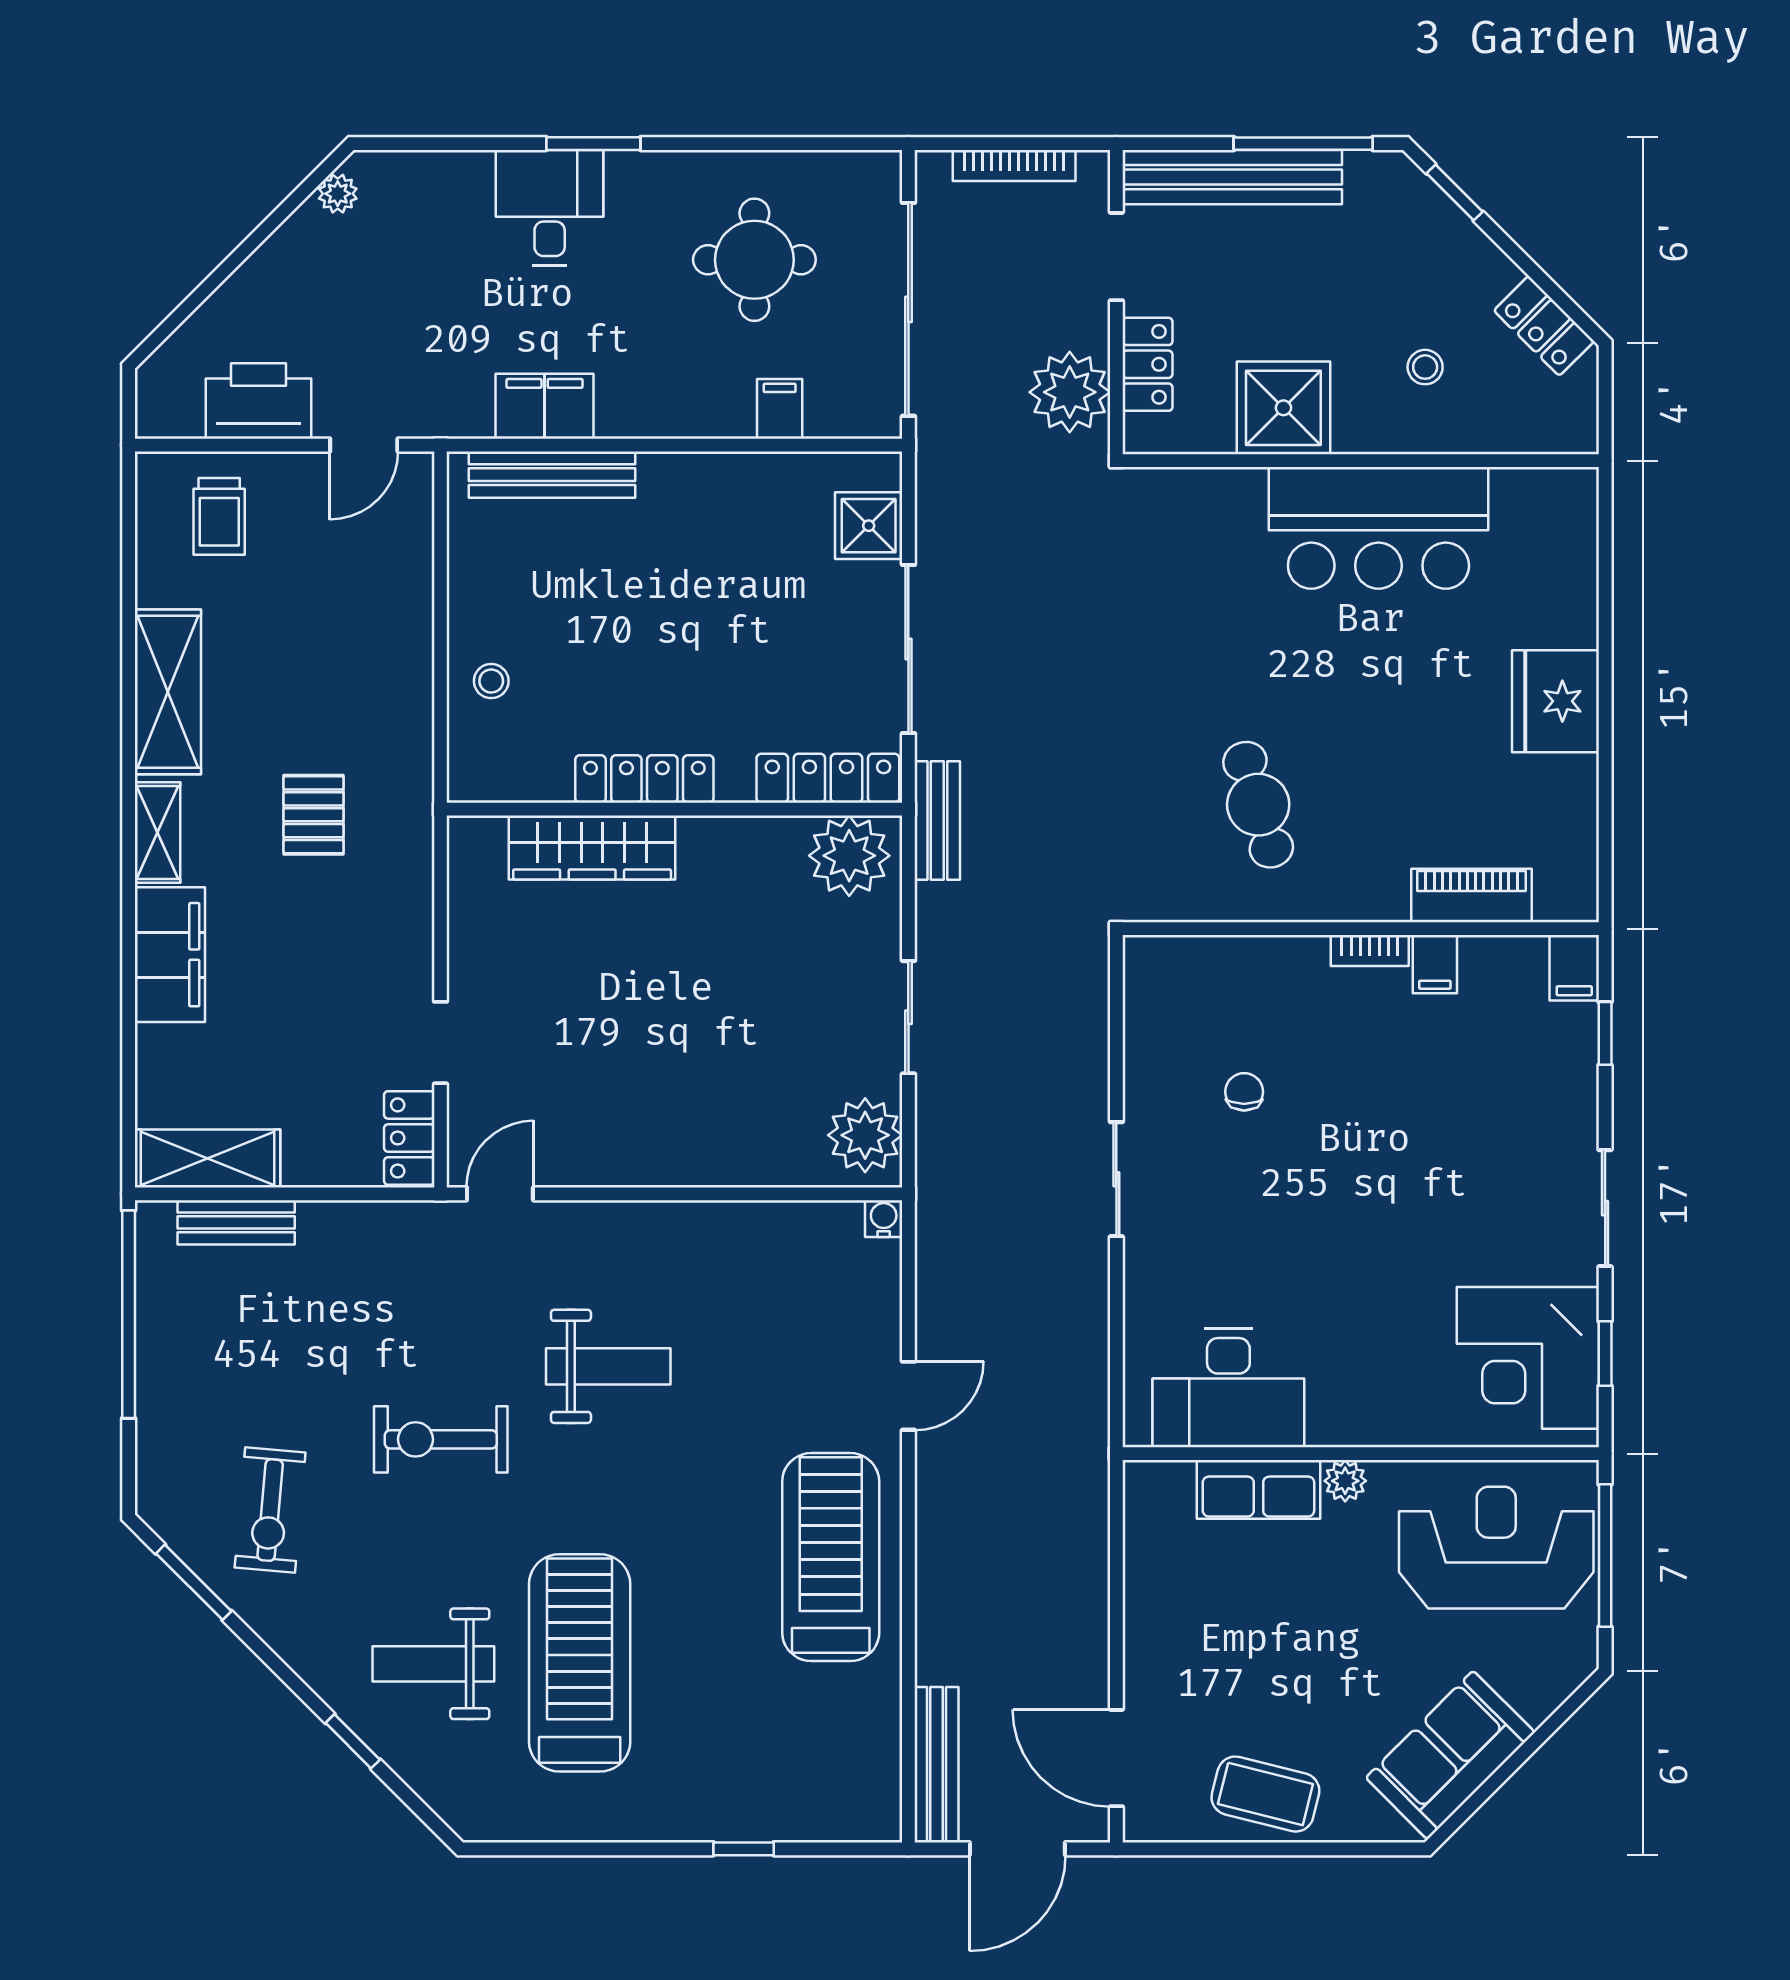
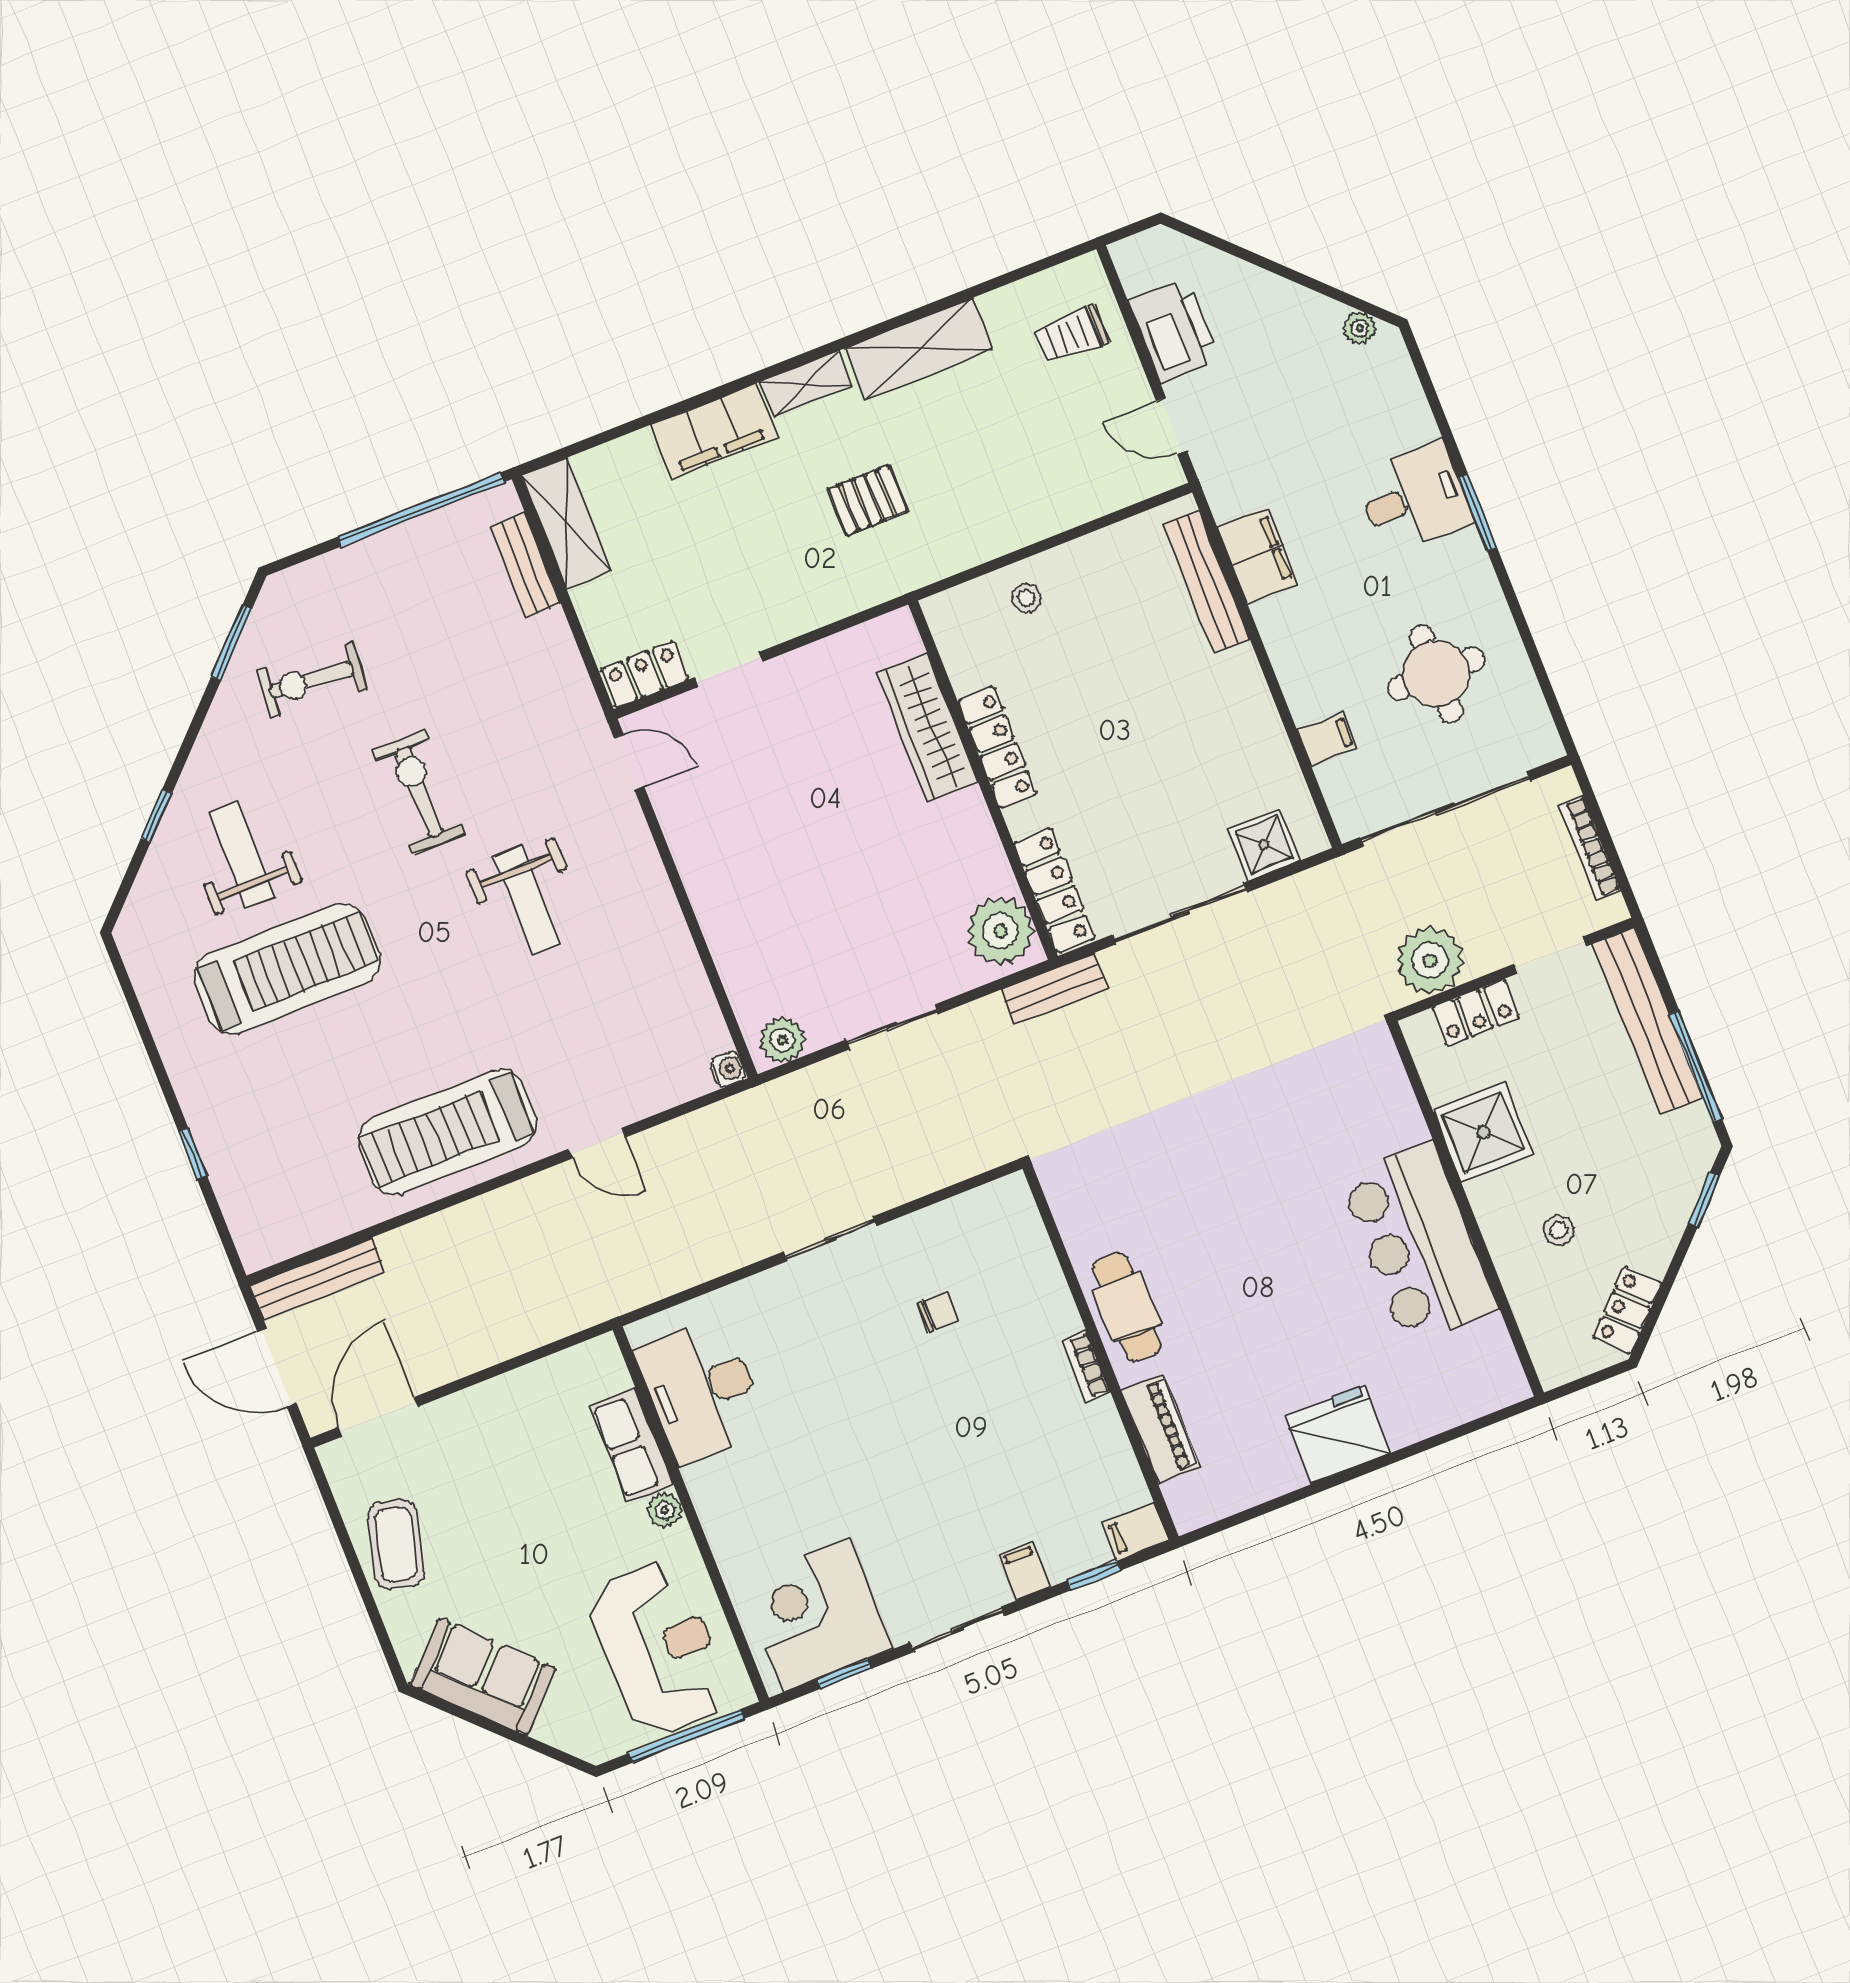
cafe table: (1258, 805) -> (1127, 1307), moved, turned -73
filing cabinet: (1435, 964) -> (1024, 1571), moved, turned 90
plant: (865, 1135) -> (782, 1040), width x0.73, depth x0.73
treadmill: (831, 1557) -> (447, 1132), turned 180

